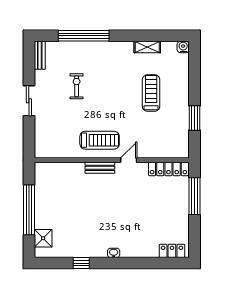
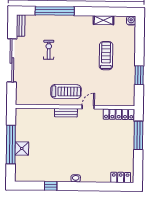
sliding door: (29, 101) -> (12, 60), width x1.86
shower: (43, 238) -> (22, 148), moved

